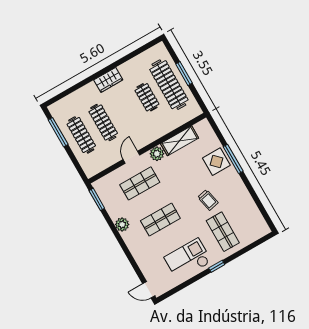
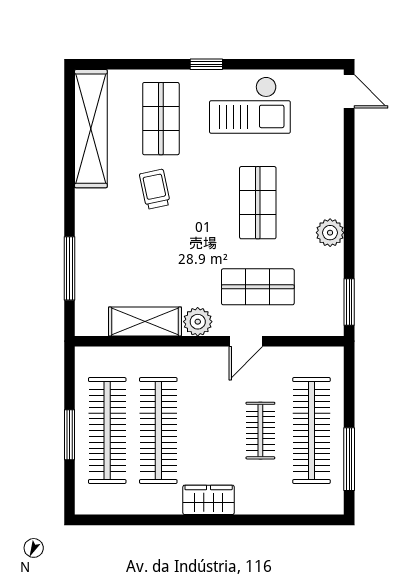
clothes rail: (147, 97) -> (158, 431), width x1.86, depth x1.31
clothes rail: (103, 122) -> (260, 431), width x0.73
clothes rail: (81, 135) -> (311, 431), width x1.37, depth x1.31
window: (233, 159) -> (70, 268), moved
display table: (216, 162) -> (101, 248), removed
shelving: (250, 210) -> (91, 129), added
shop shelf: (160, 220) -> (258, 203), turned 90

